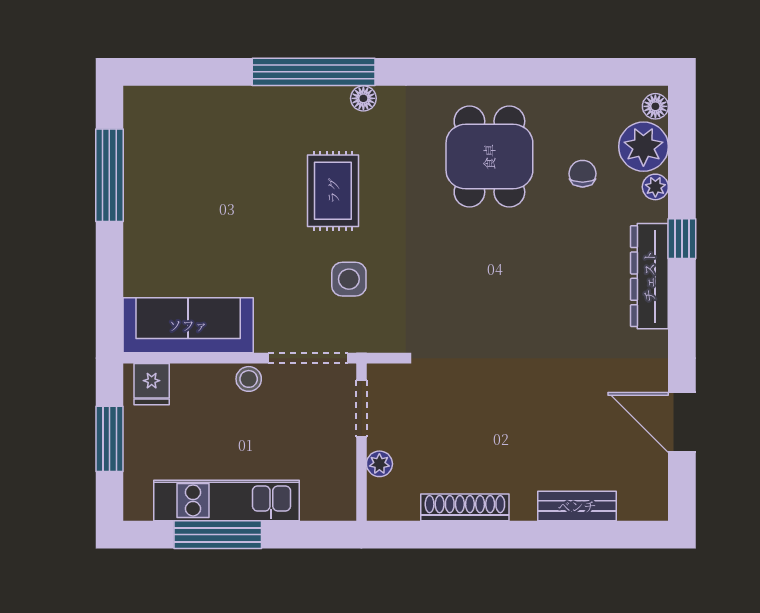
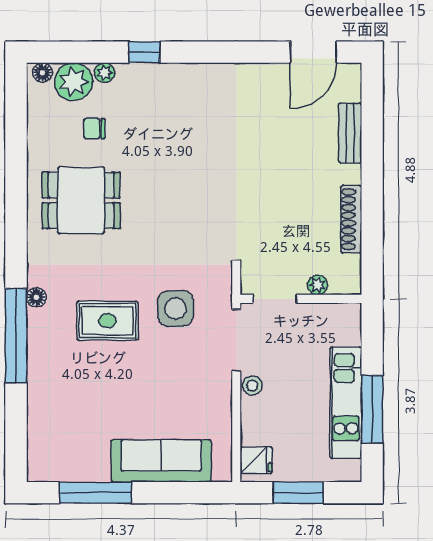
dresser: (649, 276) -> (173, 77), removed
side table: (349, 279) -> (175, 308), width x1.37, depth x1.37
sofa: (188, 325) -> (161, 461), moved, turned 90
door: (682, 422) -> (313, 52), moved

